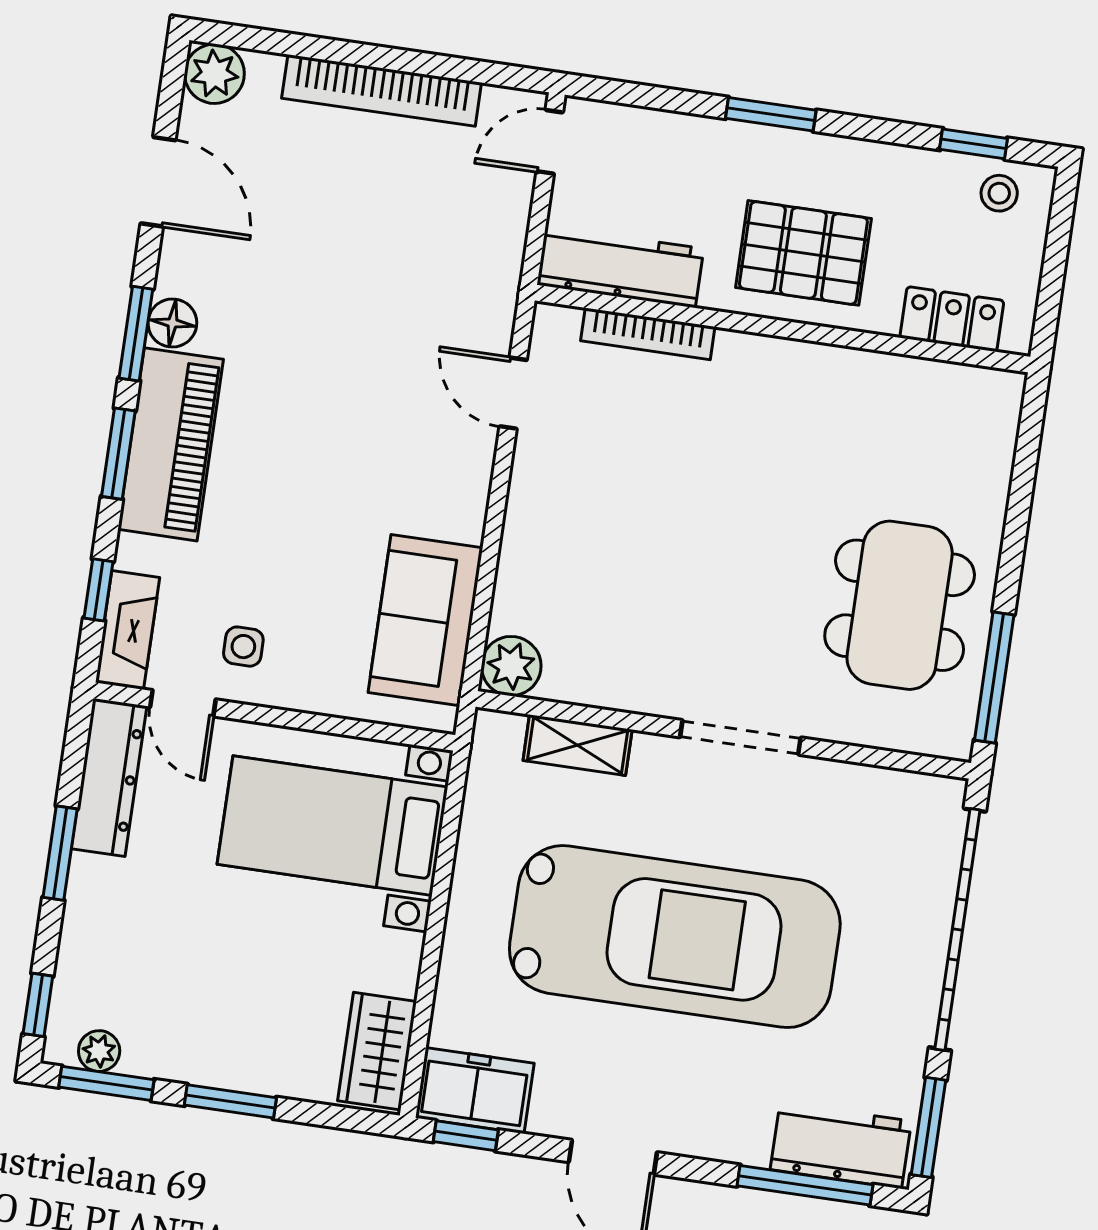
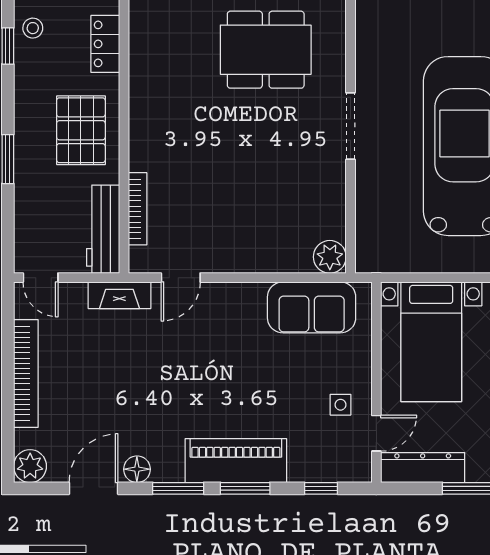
floor lamp: (172, 323) -> (137, 469), moved
fireplace: (128, 630) -> (119, 295), moved, turned 180
shelving: (578, 745) -> (368, 214), removed

